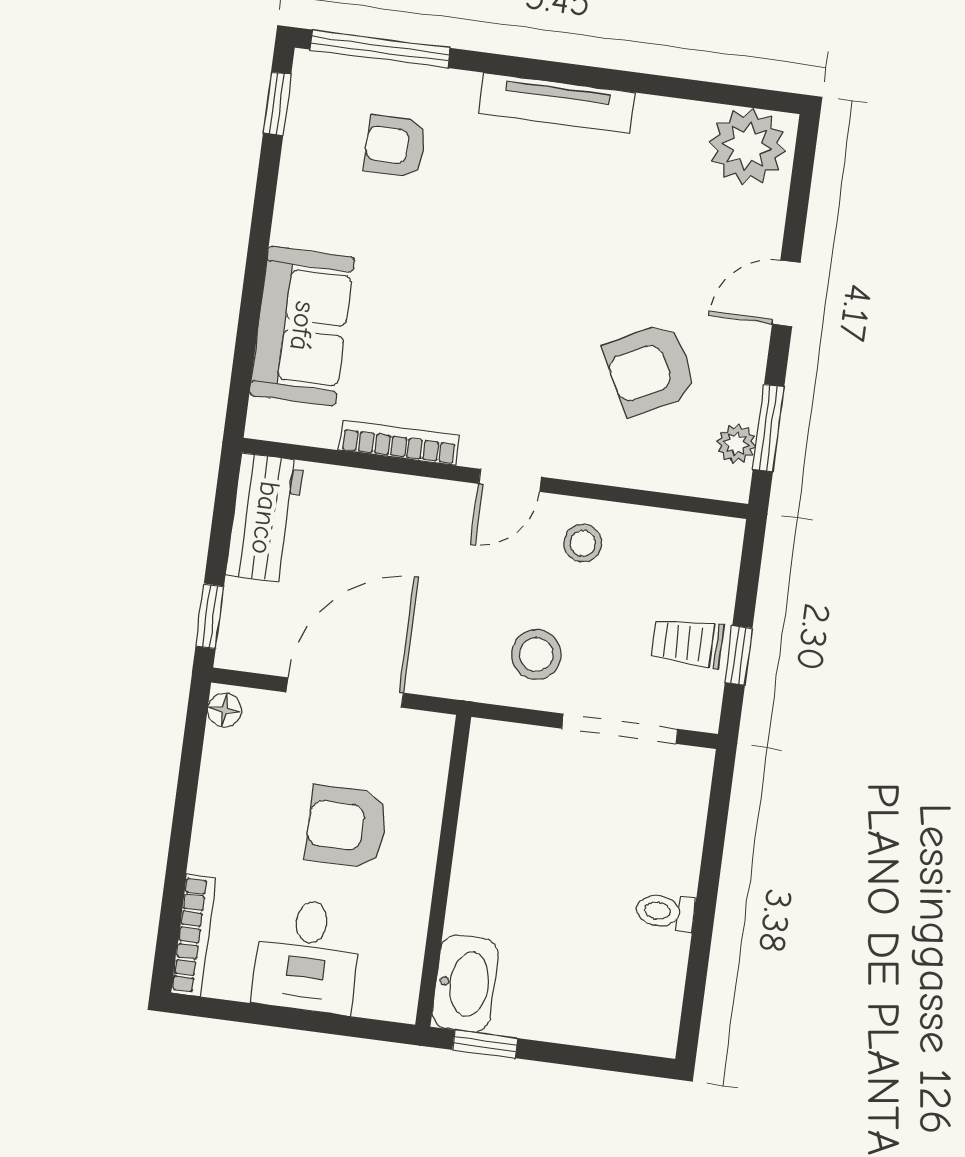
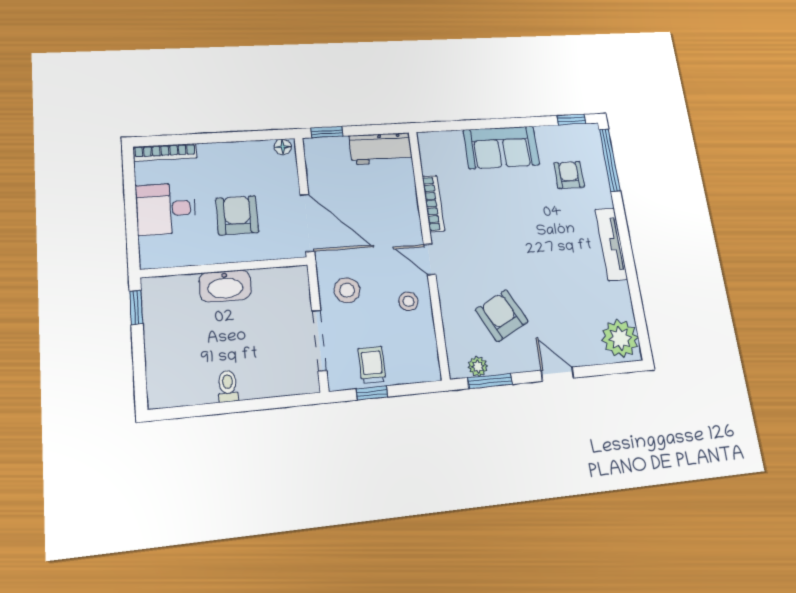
sofa: (302, 326) -> (501, 147), moved
door: (345, 693) -> (307, 223), moved
washbasin: (465, 984) -> (225, 286), moved

